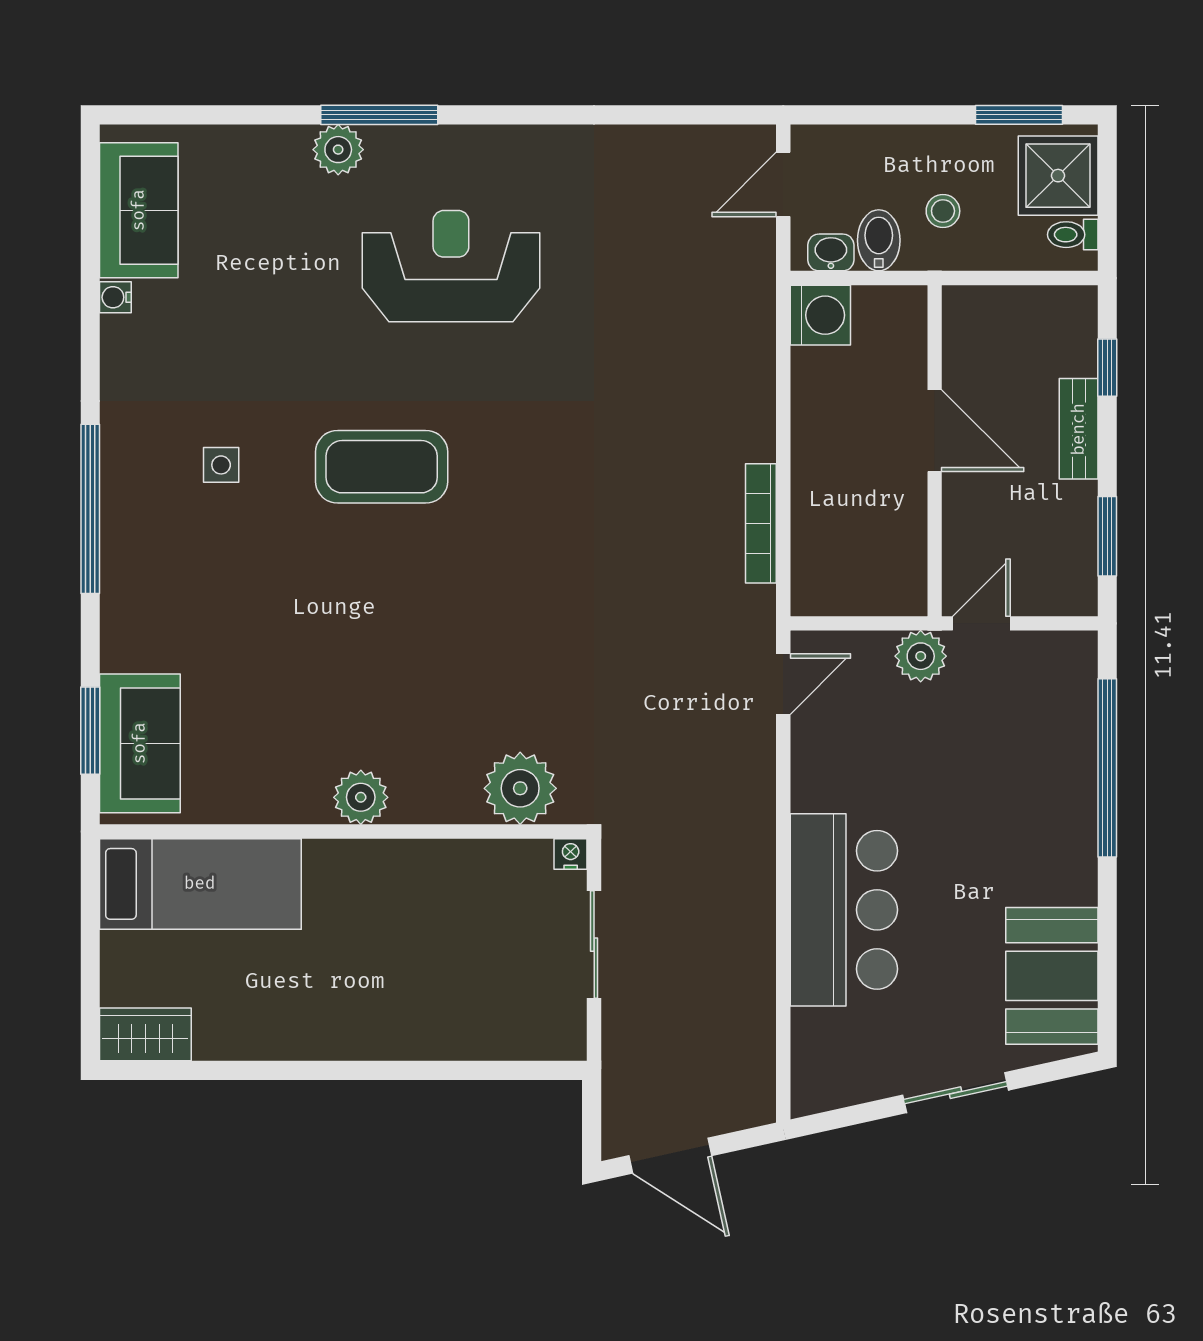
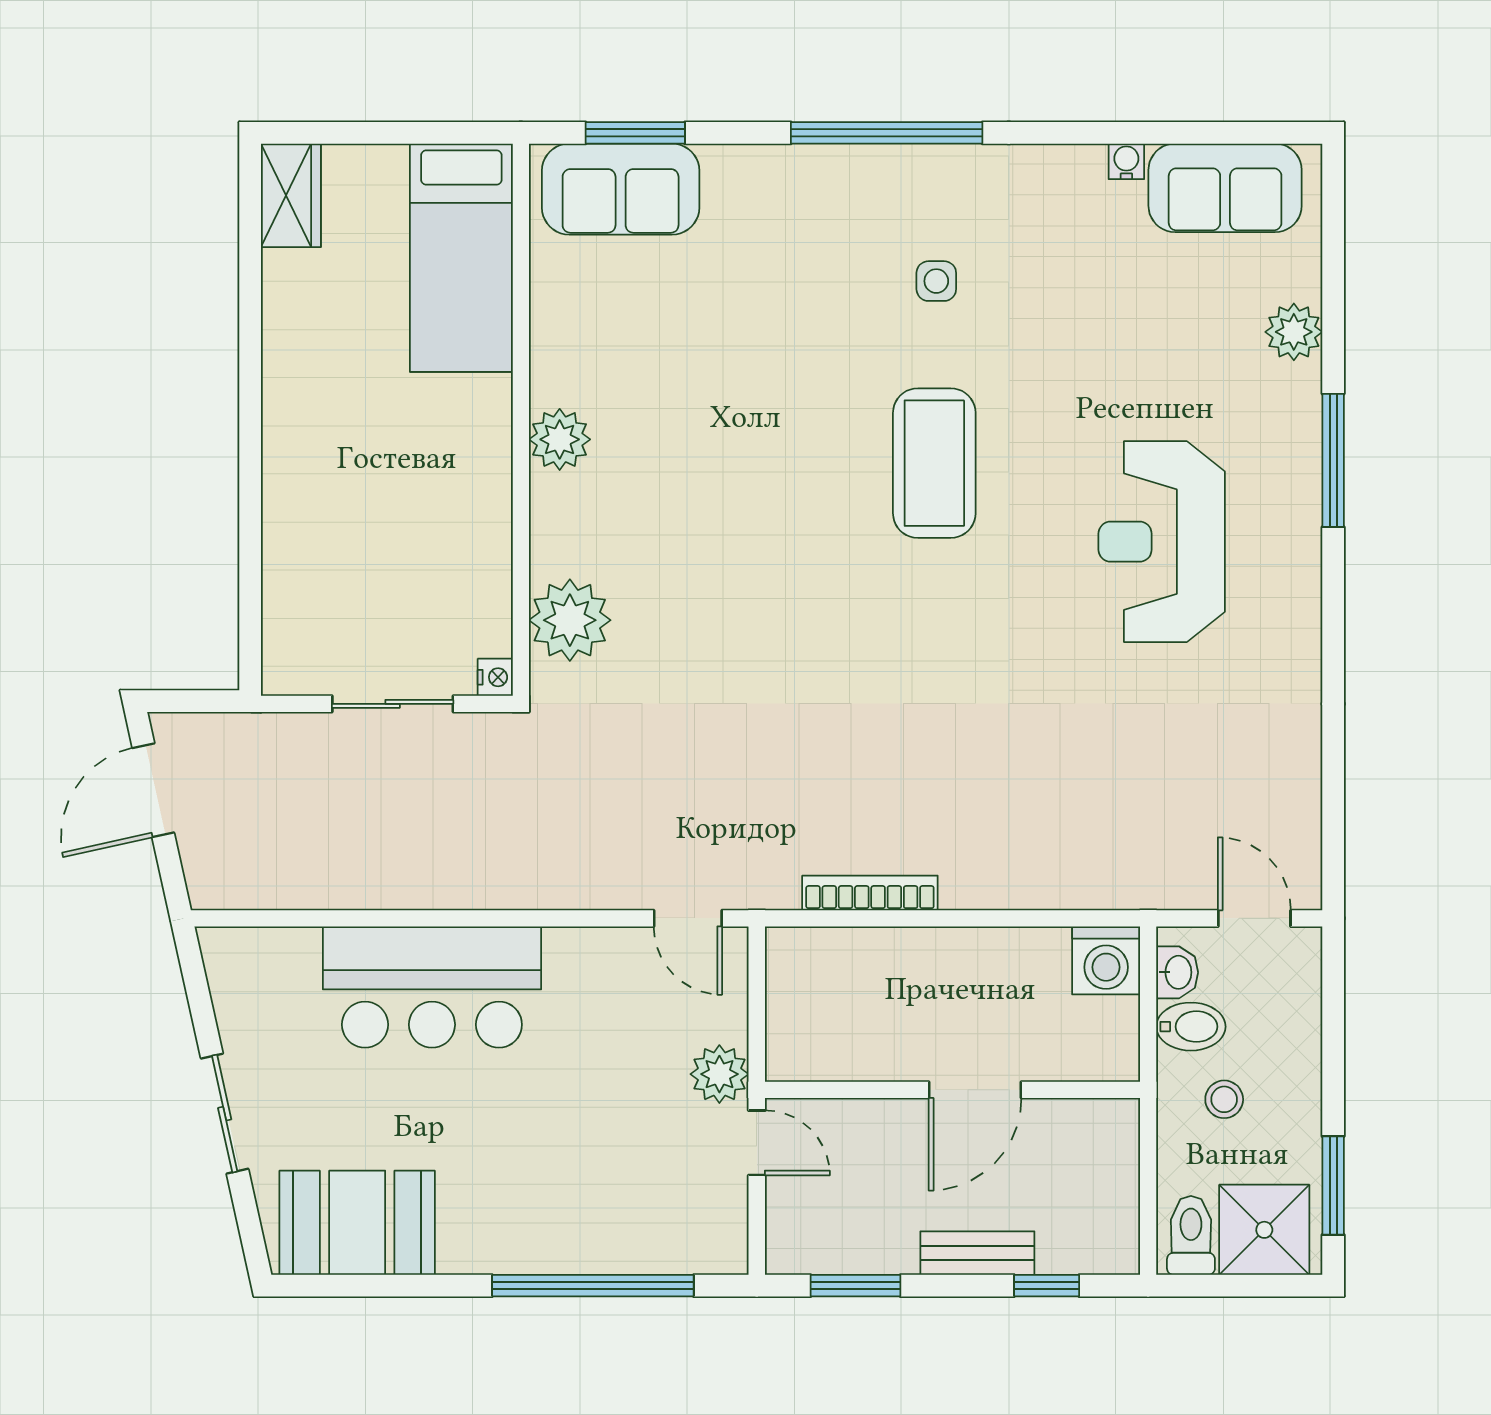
plant: (338, 150) -> (1294, 332), moved
toilet: (1073, 235) -> (1191, 1235), width x1.37, depth x1.39
reception desk: (451, 266) -> (1162, 542), turned 180

